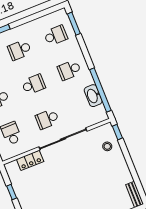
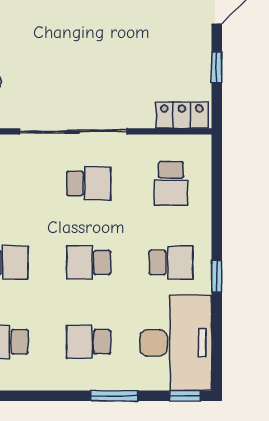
school desk: (20, 50) -> (89, 342), turned 180
locker: (30, 160) -> (182, 115), moved

